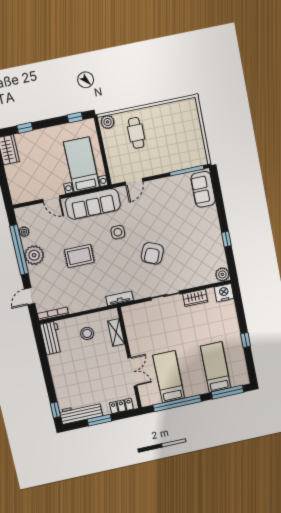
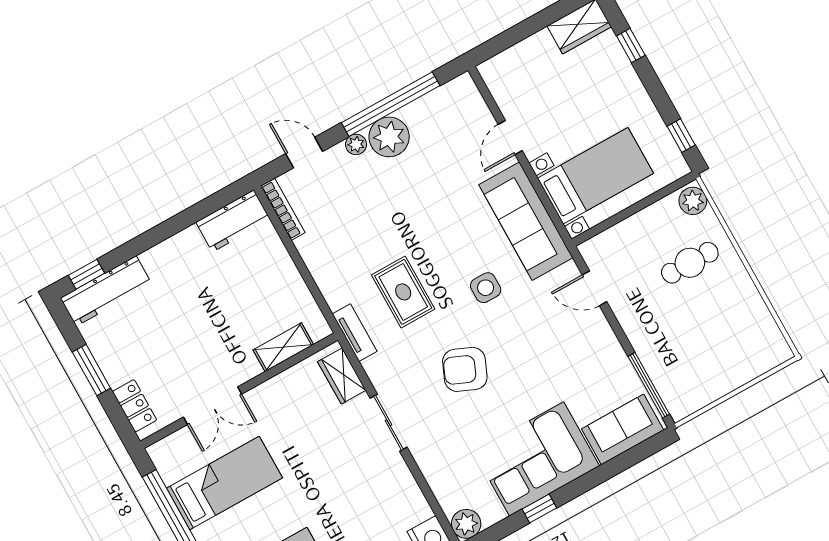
plant: (24, 232) -> (356, 144), moved
corner sofa: (204, 233) -> (537, 459), added
rug: (79, 256) -> (403, 292), moved
wardrobe: (195, 298) -> (342, 376), moved
stool: (87, 333) -> (264, 290), removed
workbench: (81, 413) -> (106, 291), moved, turned 90

